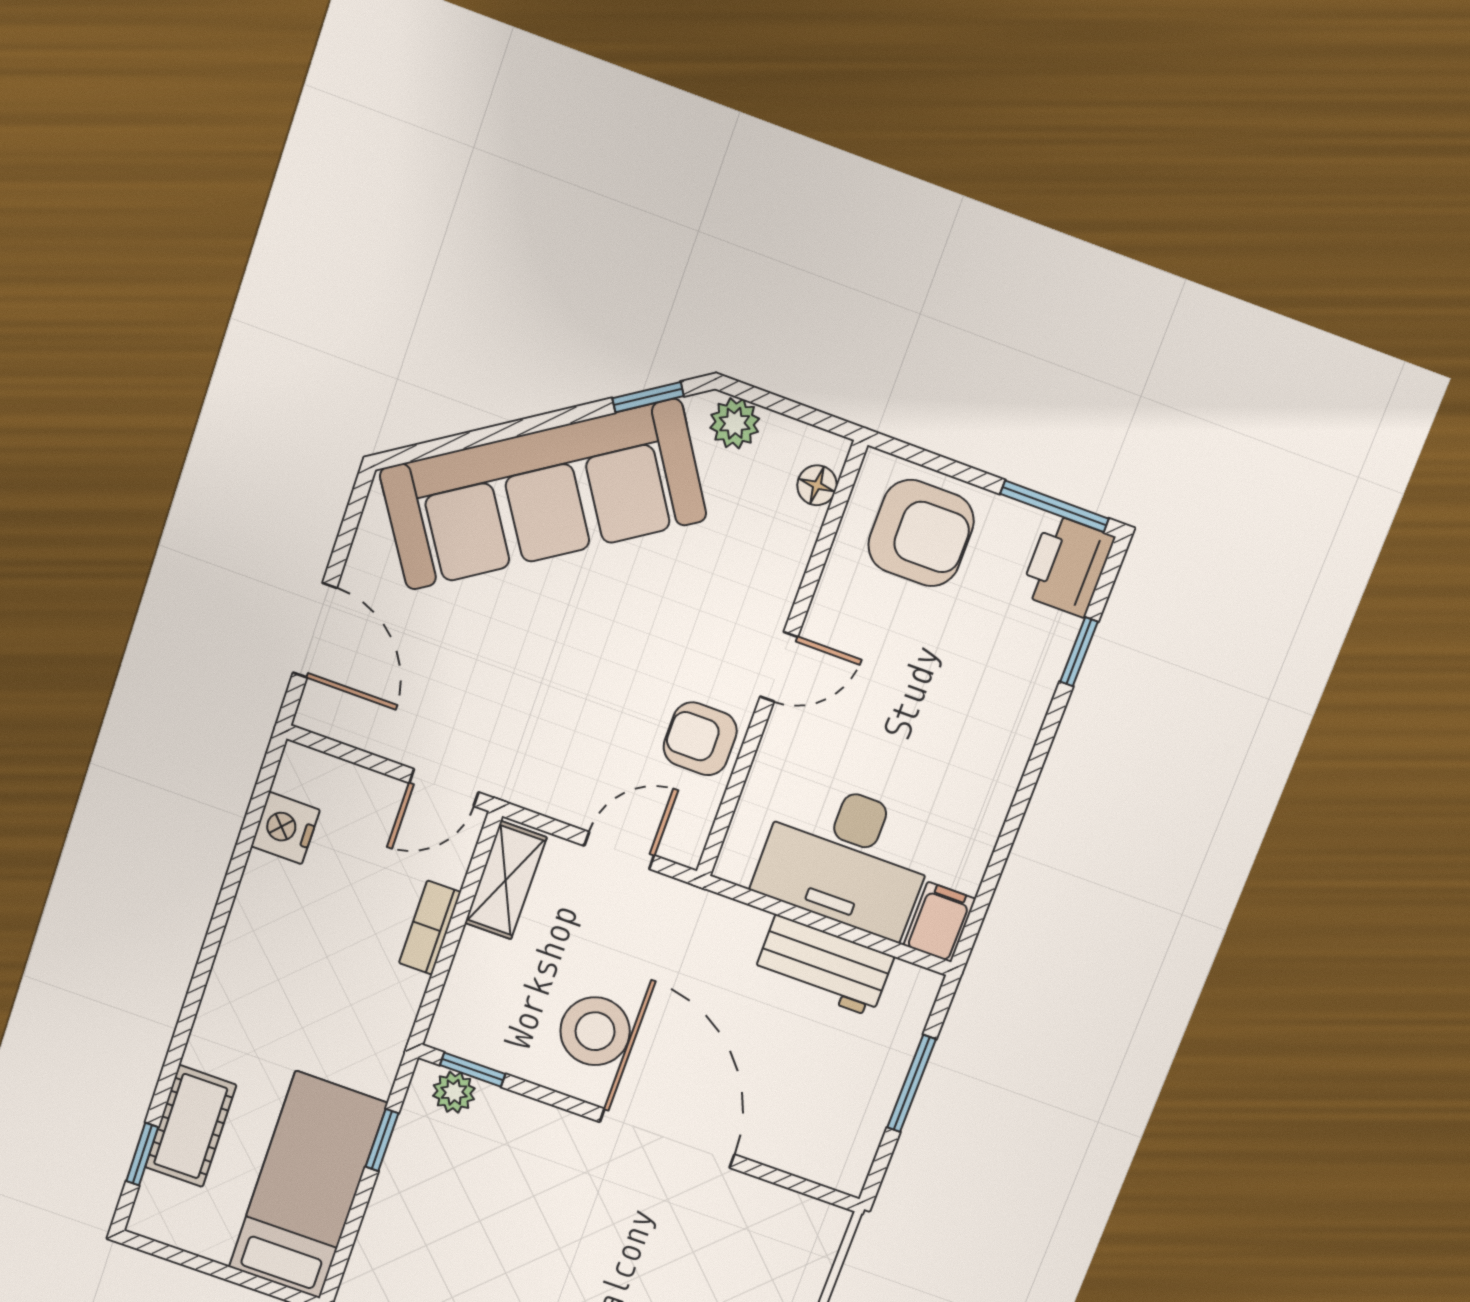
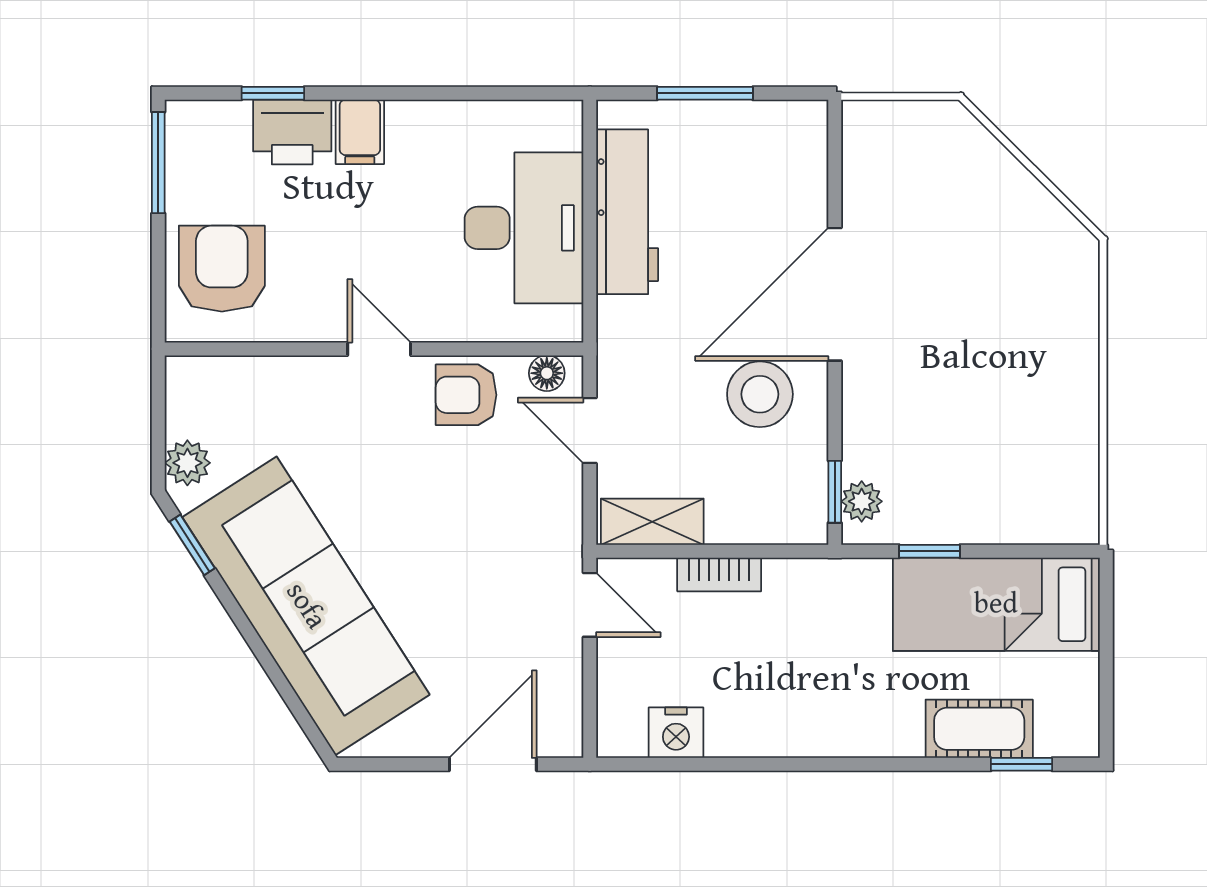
floor lamp: (817, 485) -> (547, 373), moved
printer: (1067, 566) -> (292, 132), moved
armchair: (700, 739) -> (466, 395), turned 90
filing cabinet: (940, 922) -> (360, 132), moved, turned -90
workbench: (824, 966) -> (627, 212), width x1.37

